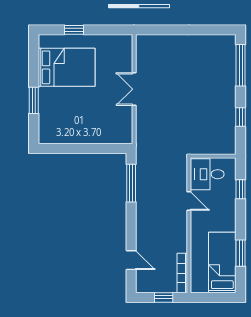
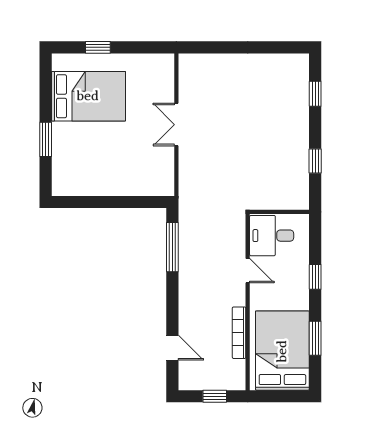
window: (241, 65) -> (315, 94), width x0.46
window: (241, 189) -> (315, 277), moved
bed: (222, 262) -> (282, 351), width x1.50
bookcase: (182, 273) -> (239, 333), moved

